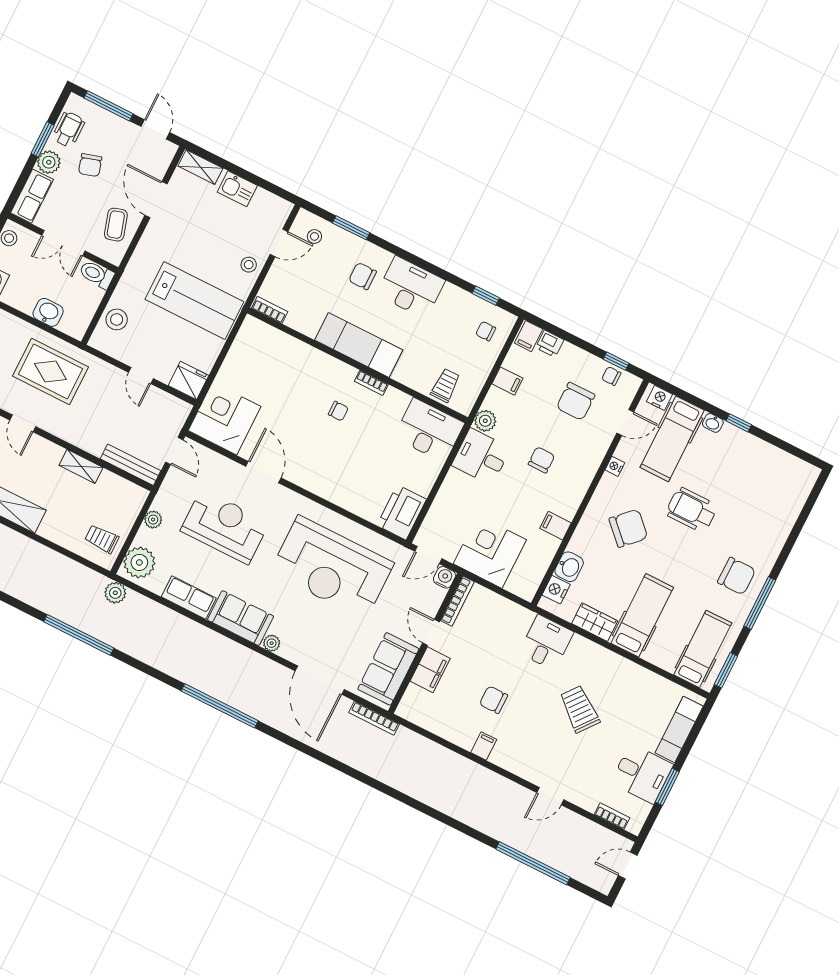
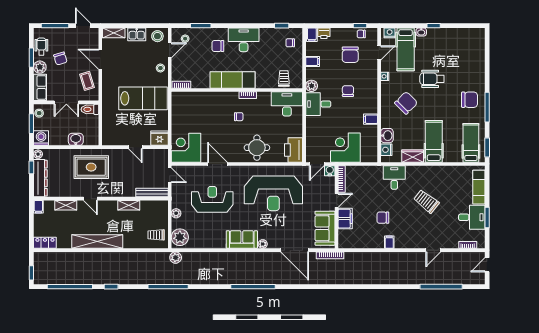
stool: (117, 319) -> (157, 36), moved
round table: (343, 478) -> (257, 148), added
row of seats: (189, 597) -> (212, 242), removed
door: (431, 632) -> (337, 200), swing flipped

